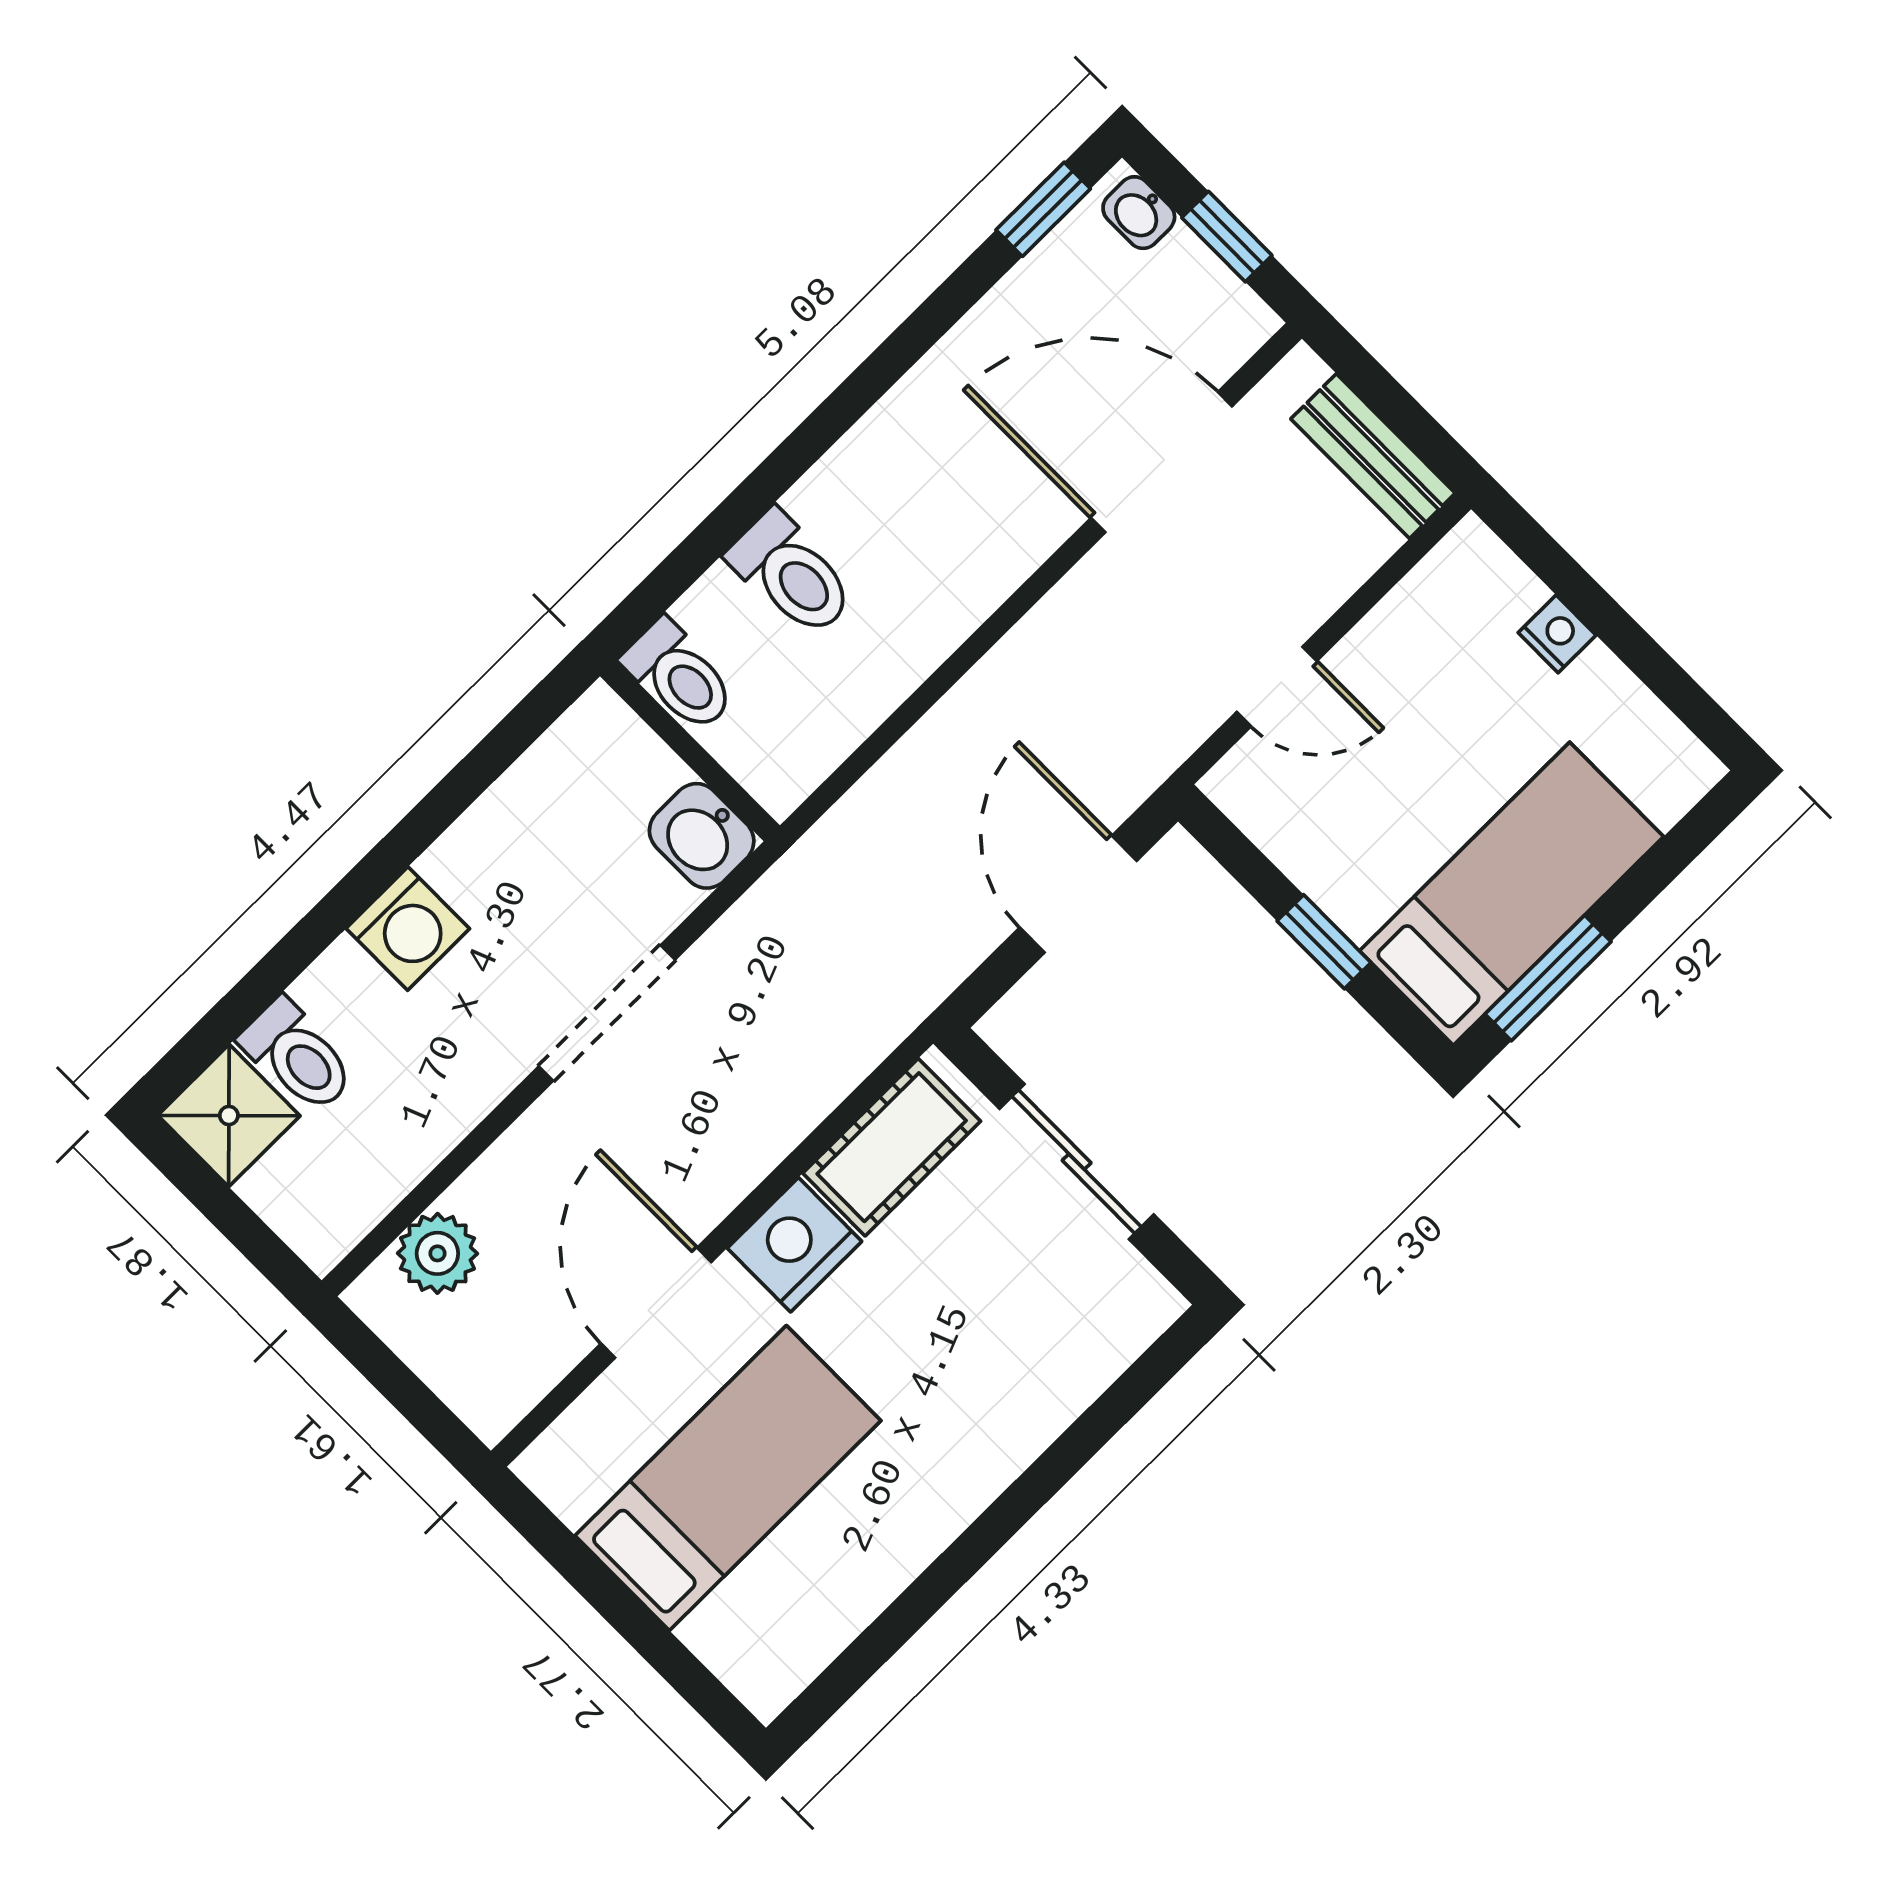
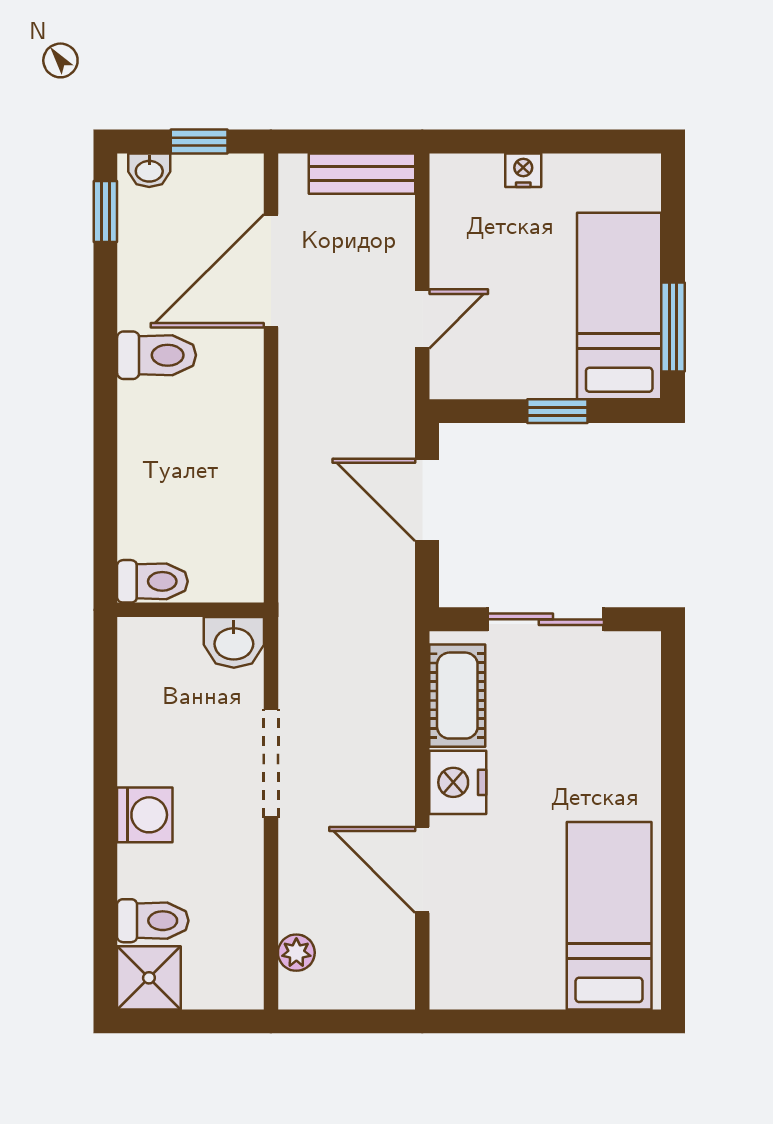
toilet: (792, 574) -> (157, 355), moved
plant: (437, 1253) -> (296, 953), width x0.73, depth x0.73
bed: (728, 1478) -> (609, 916), moved

